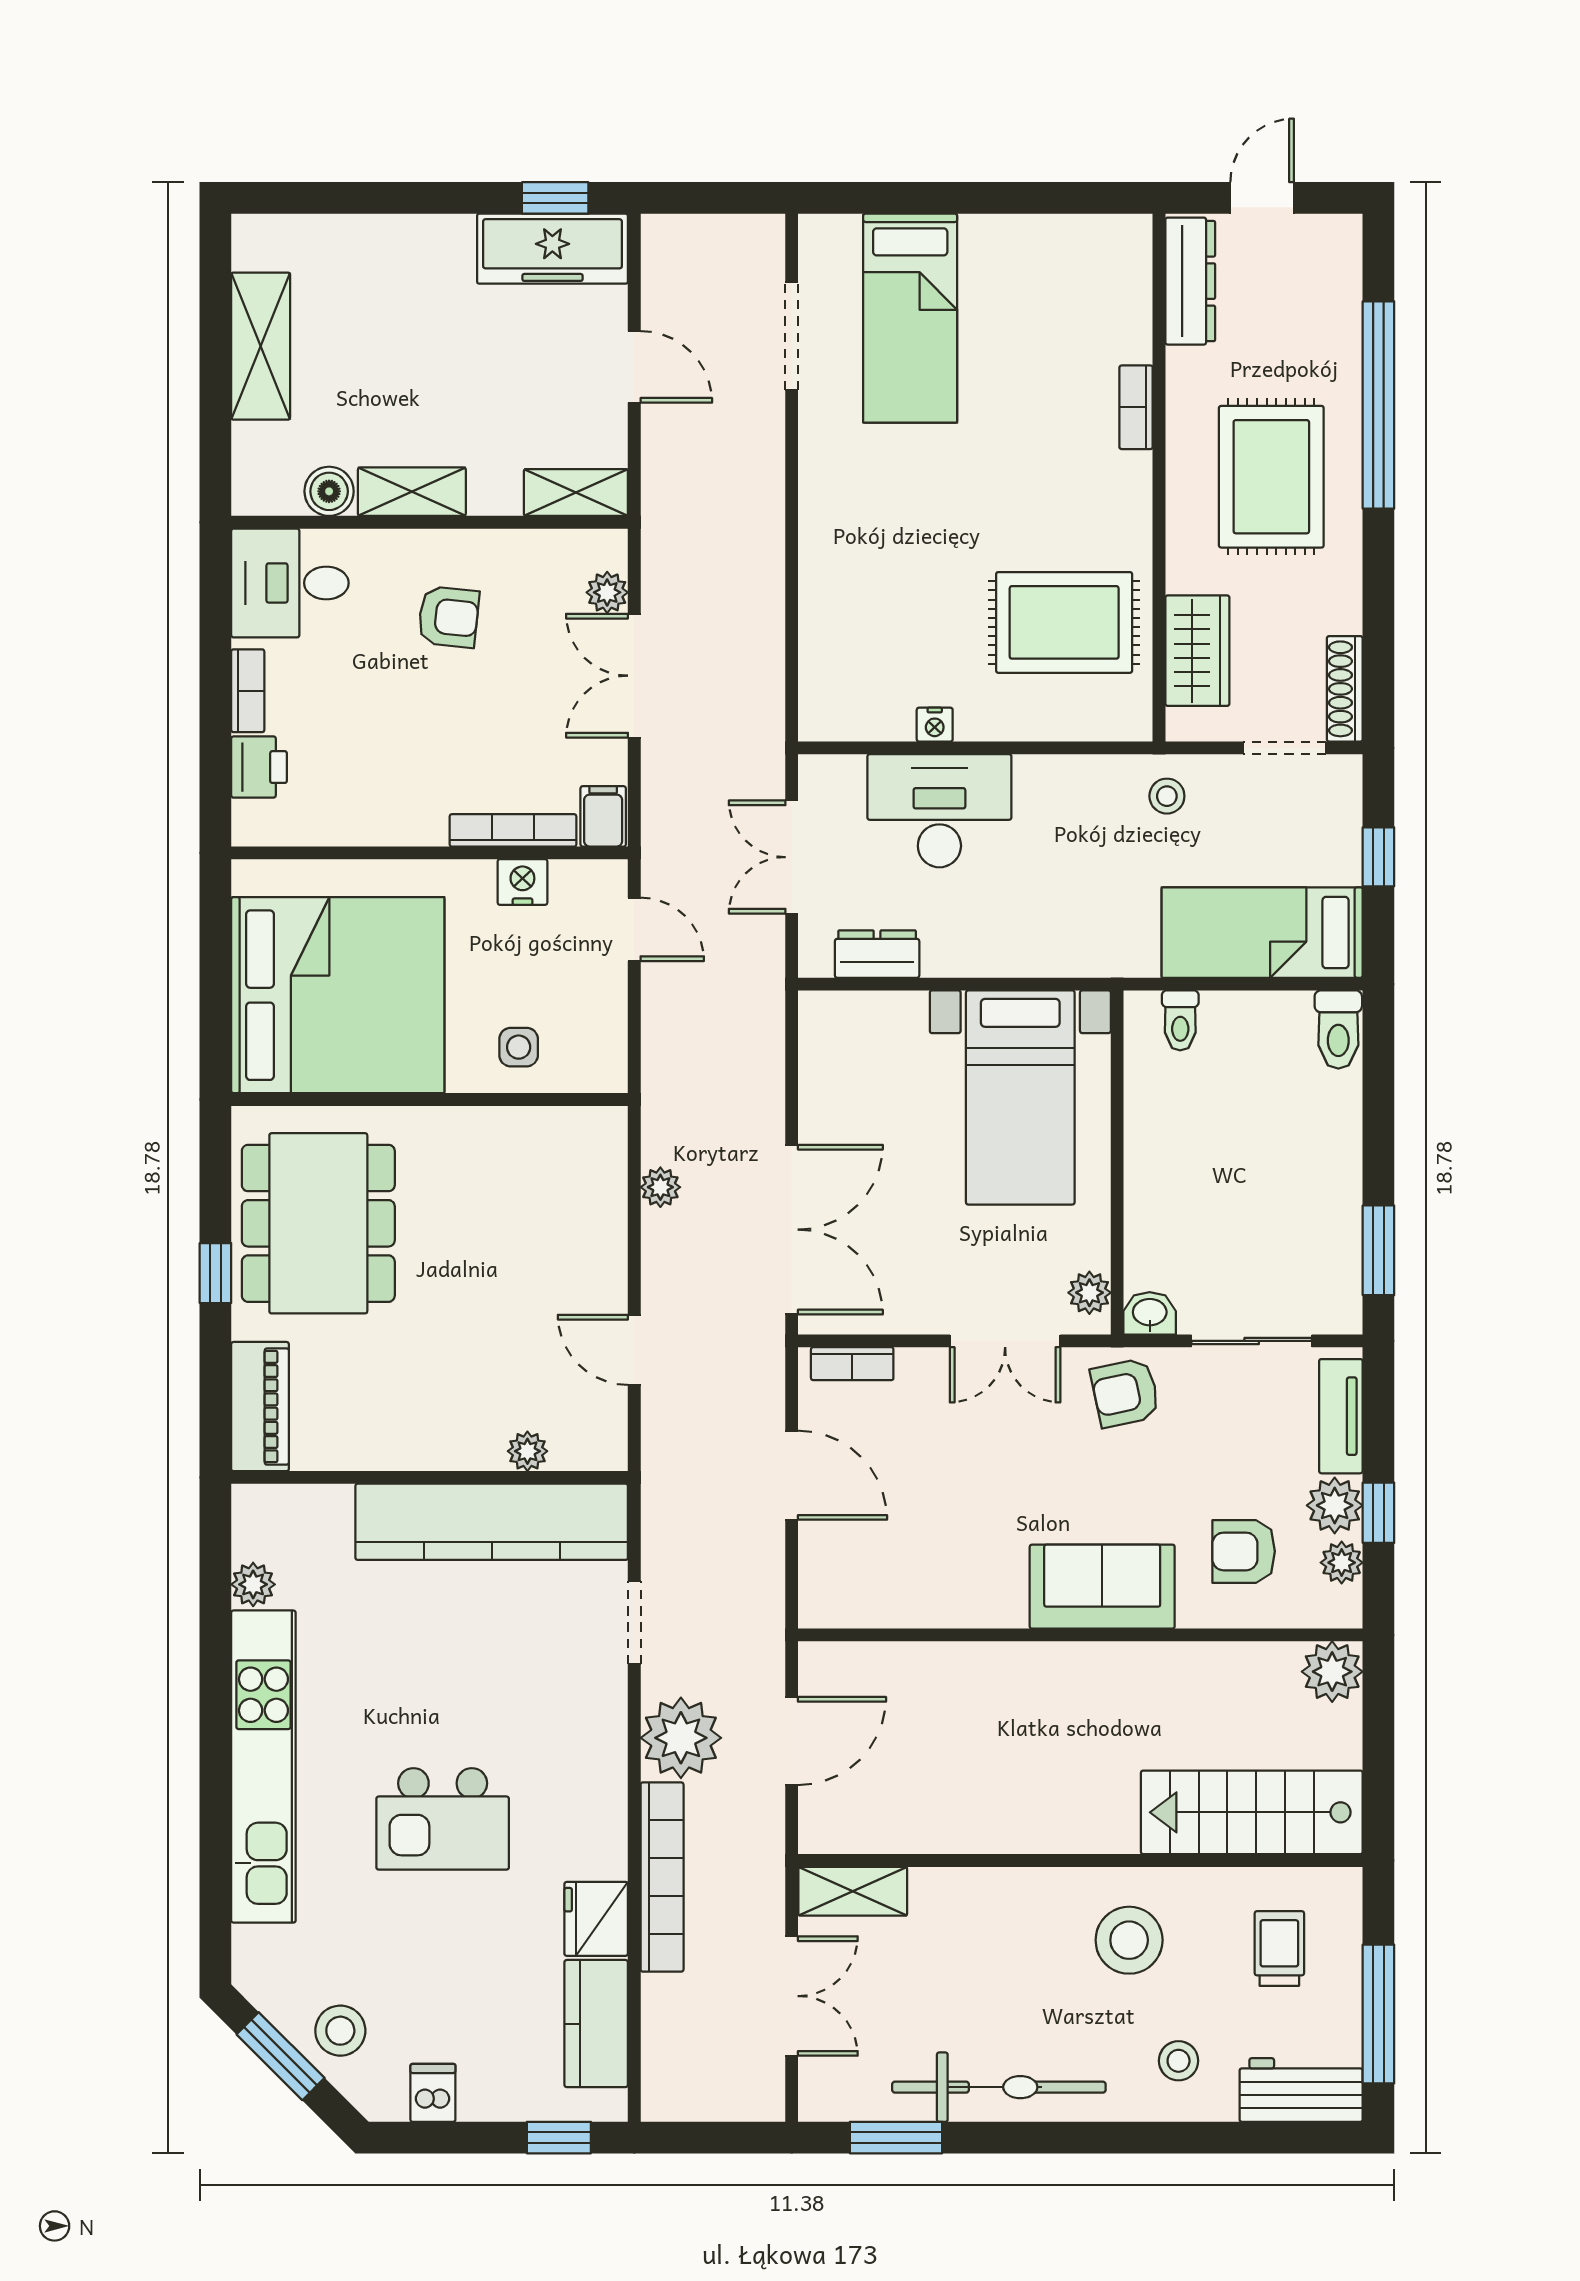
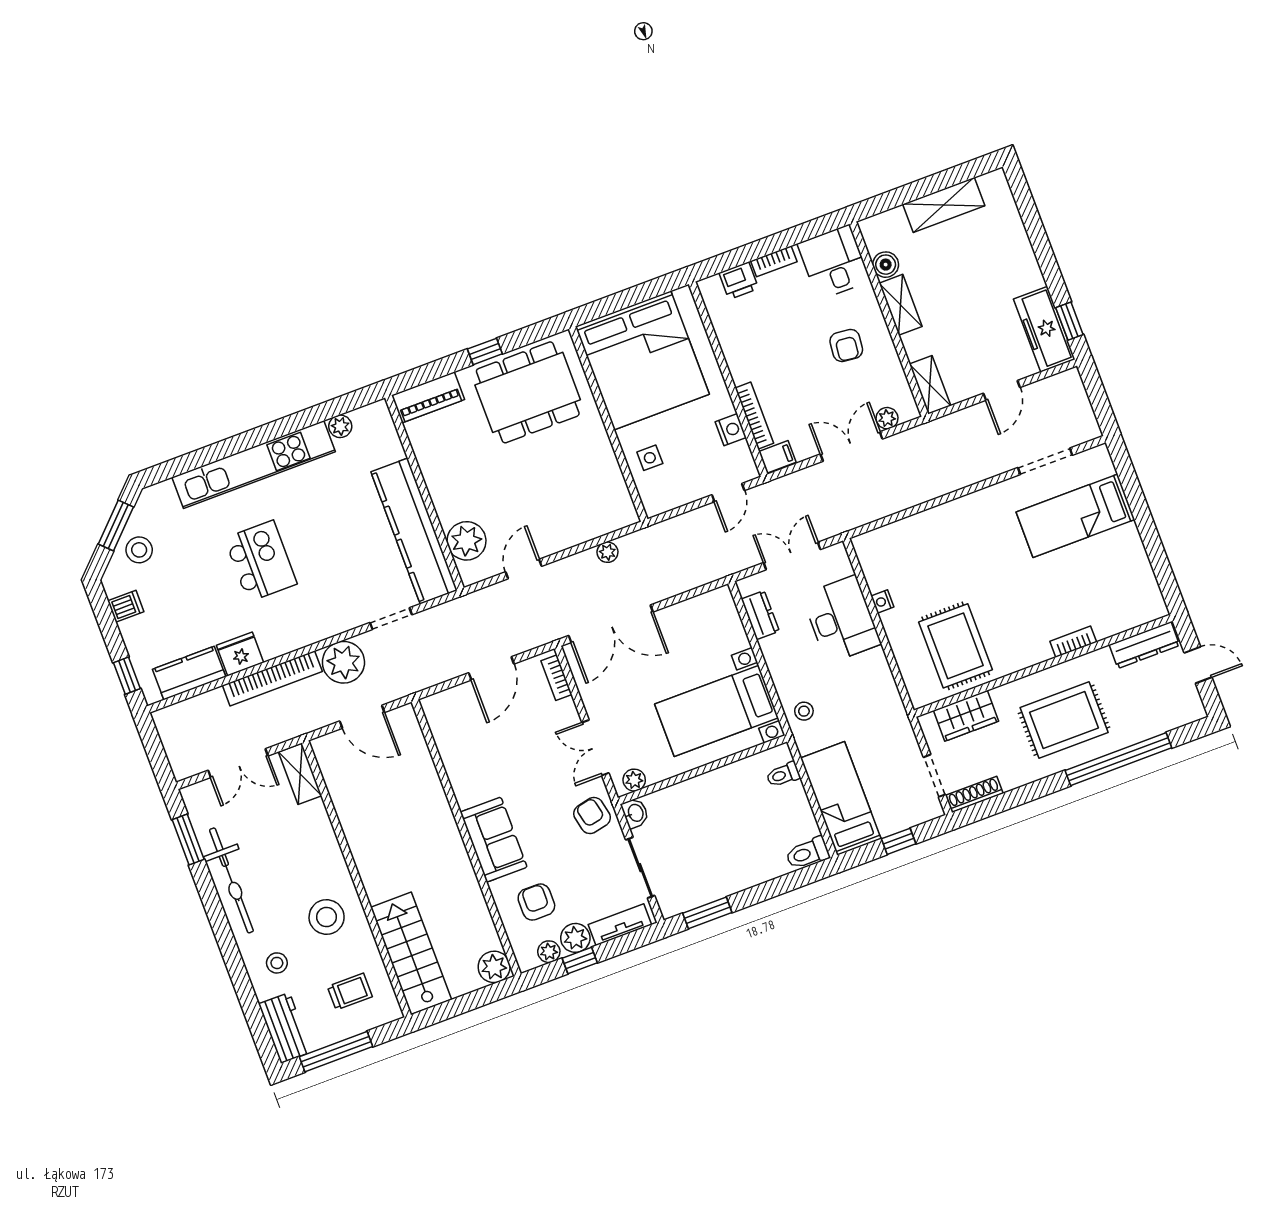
stool: (1167, 796) -> (804, 711), moved
plant: (527, 1451) -> (467, 541), width x1.88, depth x1.88
kitchen island: (443, 1819) -> (261, 561), turned 180

